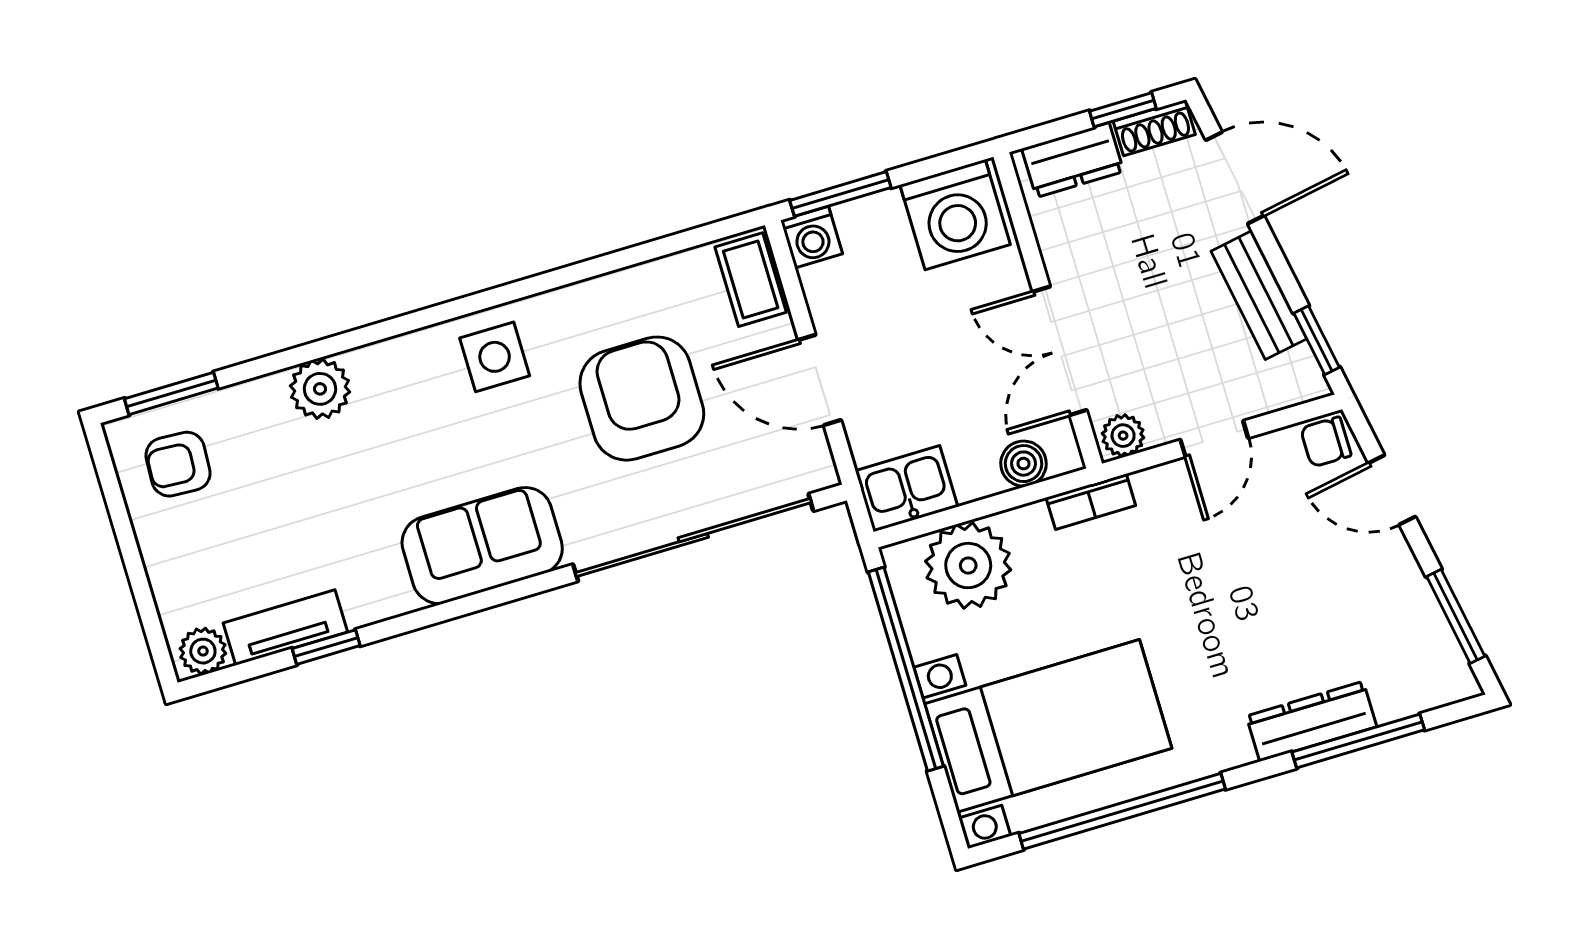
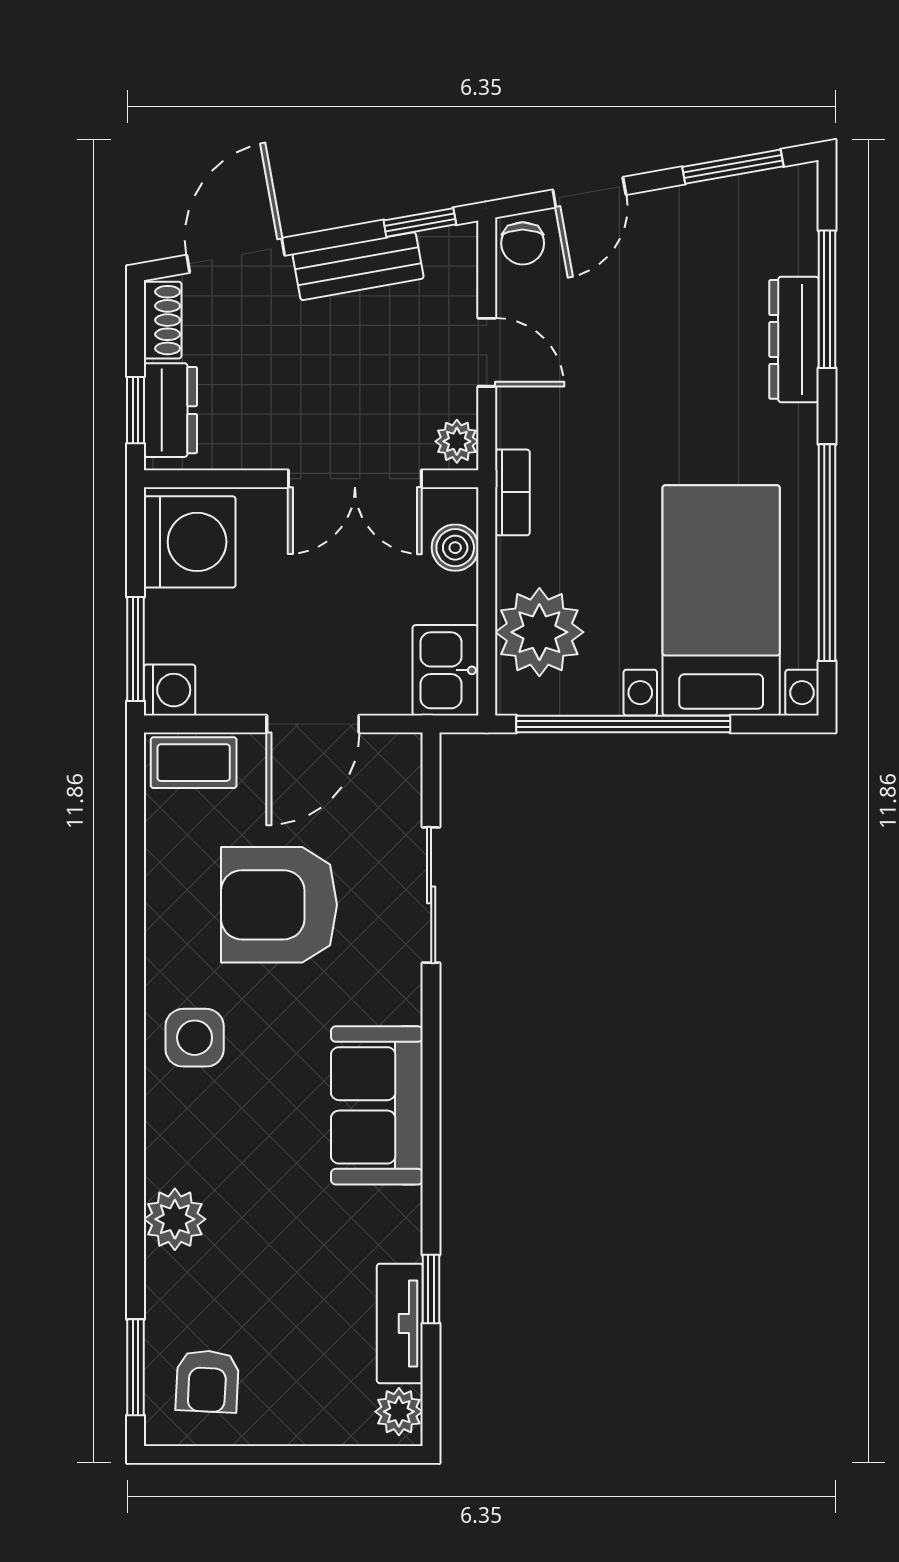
window: (1123, 110) -> (136, 410), moved
sliding door: (693, 538) -> (431, 895), width x0.54

